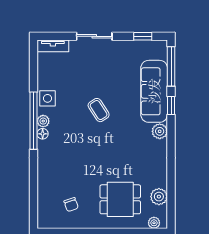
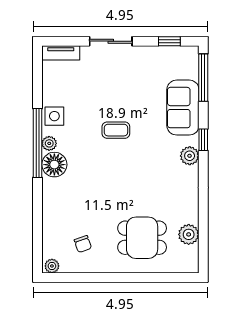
sofa: (154, 91) -> (183, 108), width x0.73
window: (171, 105) -> (203, 140), moved
coffee table: (99, 110) -> (116, 130), turned -57
floor lamp: (43, 134) -> (54, 165), width x1.89, depth x1.89
plant: (154, 223) -> (52, 266), moved

